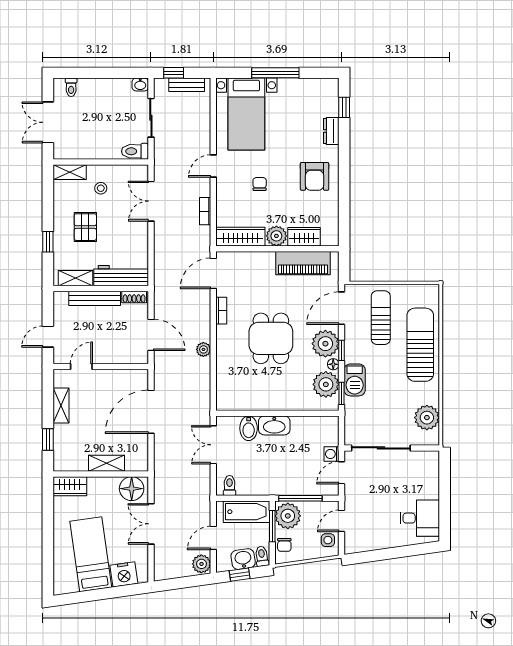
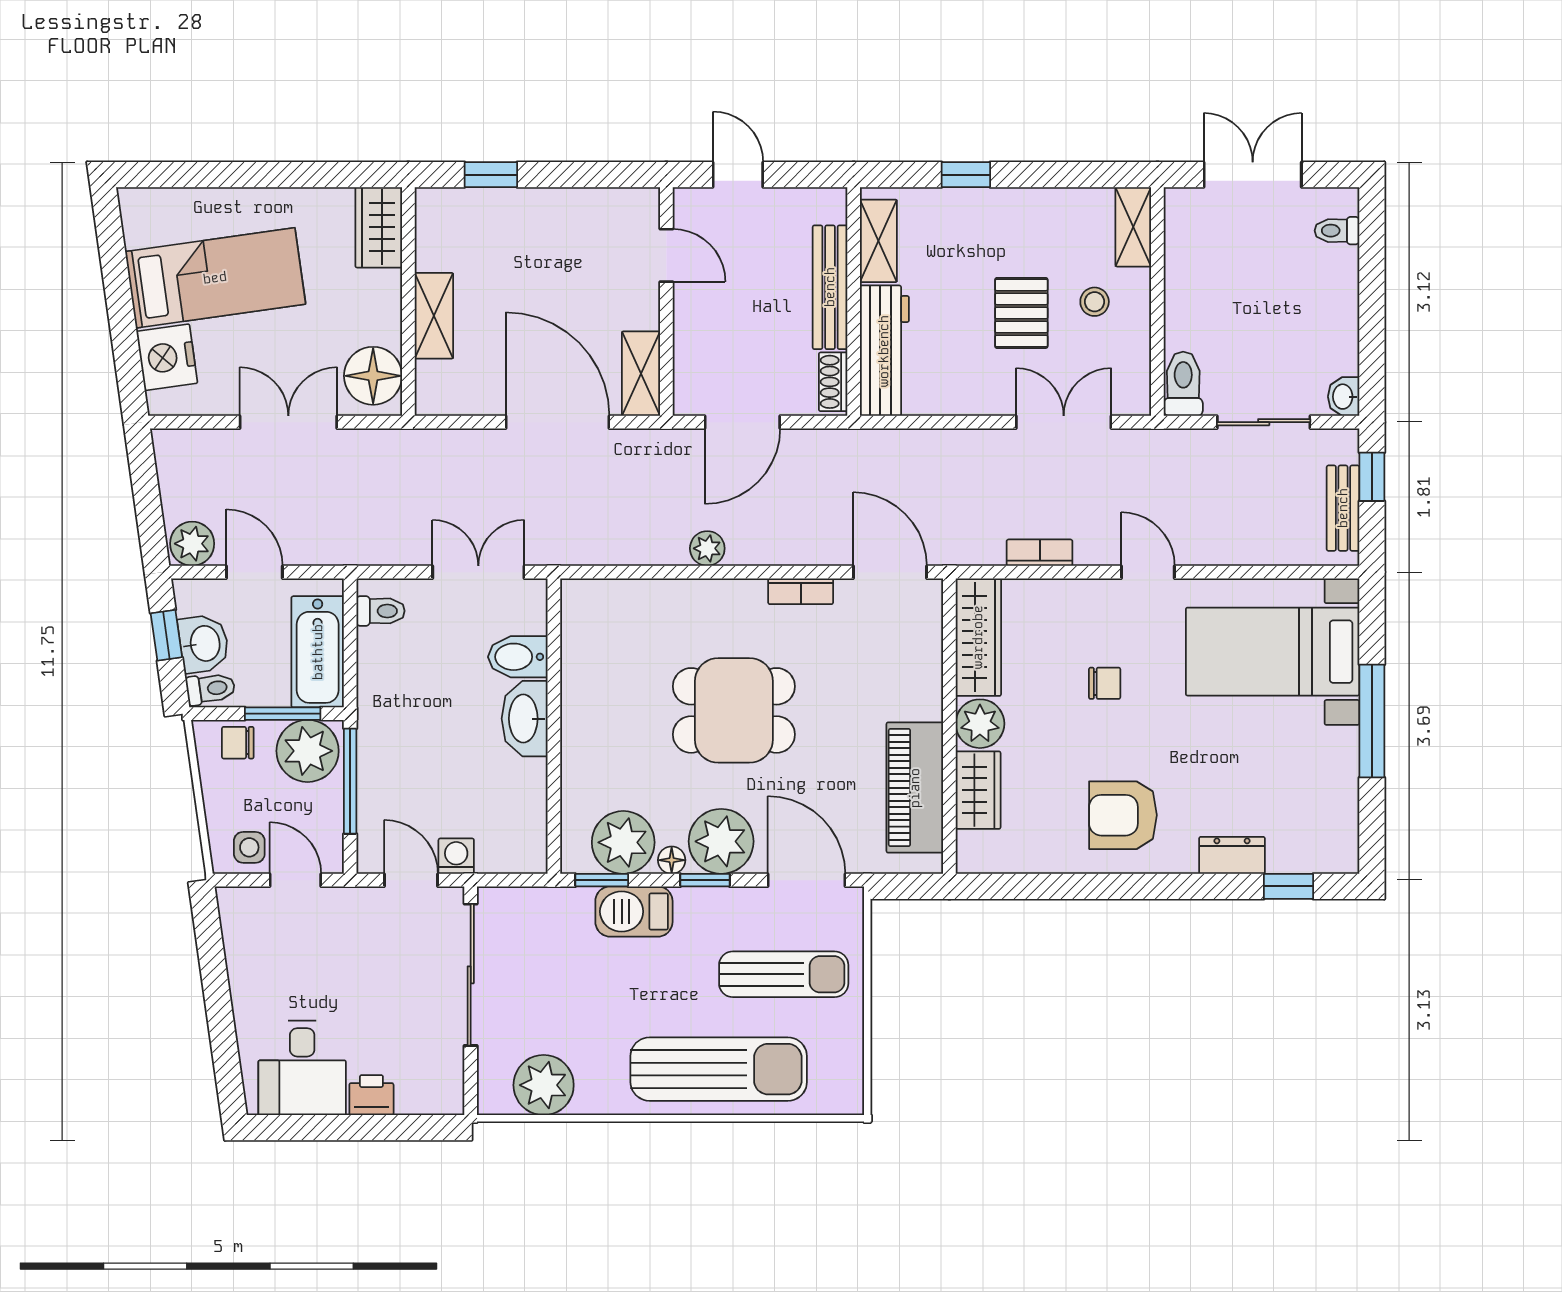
pallet: (85, 227) -> (1021, 313), moved, turned 90
shelving: (61, 406) -> (641, 374), moved, turned 90
printer: (431, 489) -> (371, 1095), added

